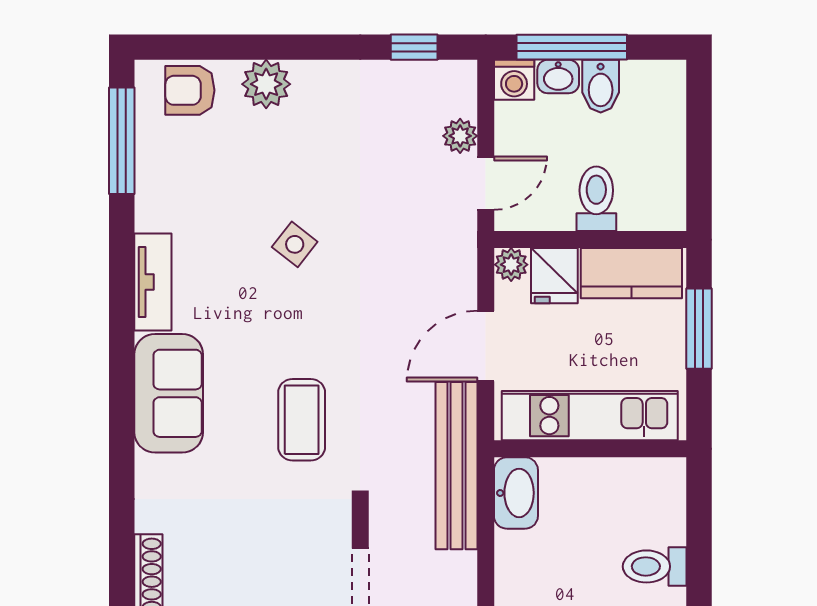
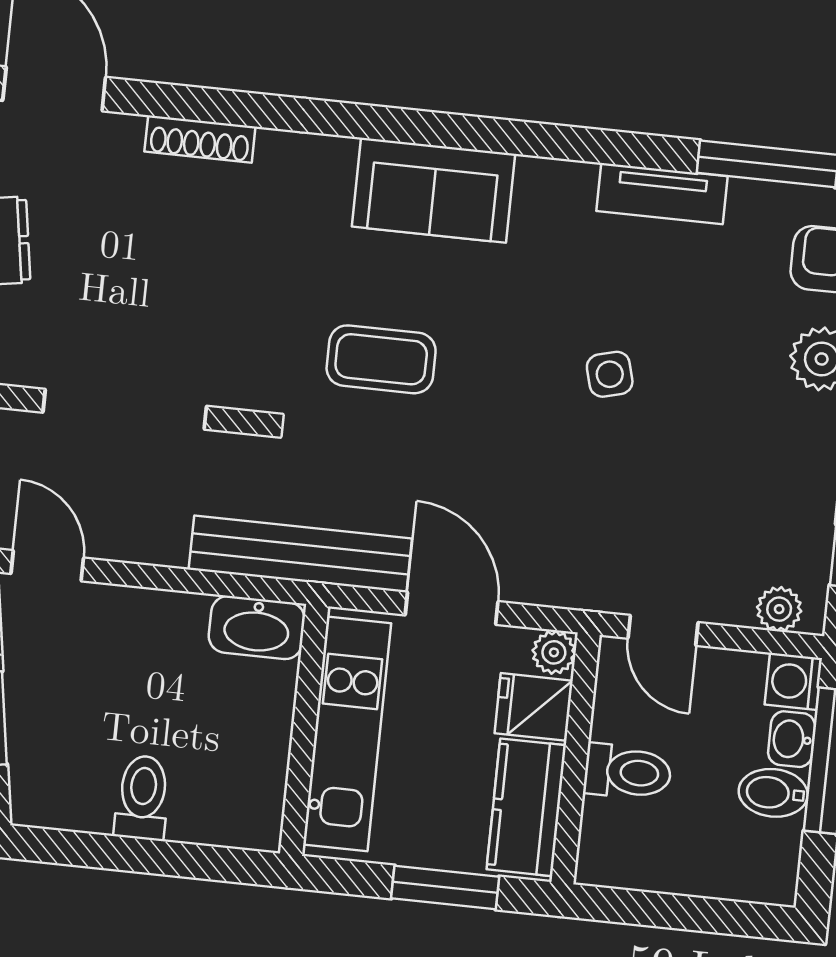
plant: (460, 136) -> (779, 609), moved
side table: (295, 244) -> (610, 374), turned 37
tv unit: (153, 282) -> (662, 194), moved

